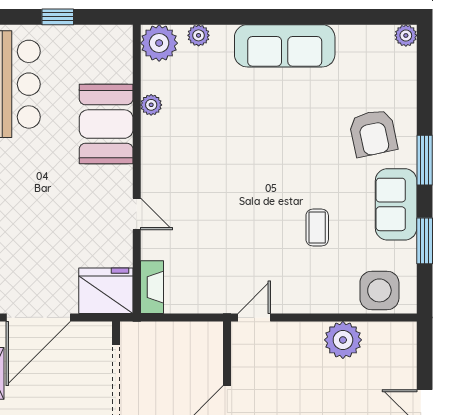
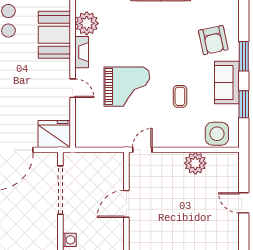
plant: (151, 105) -> (87, 23), width x1.88, depth x1.88
grand piano: (228, 211) -> (127, 87), added
fireplace: (152, 287) -> (82, 52), moved

